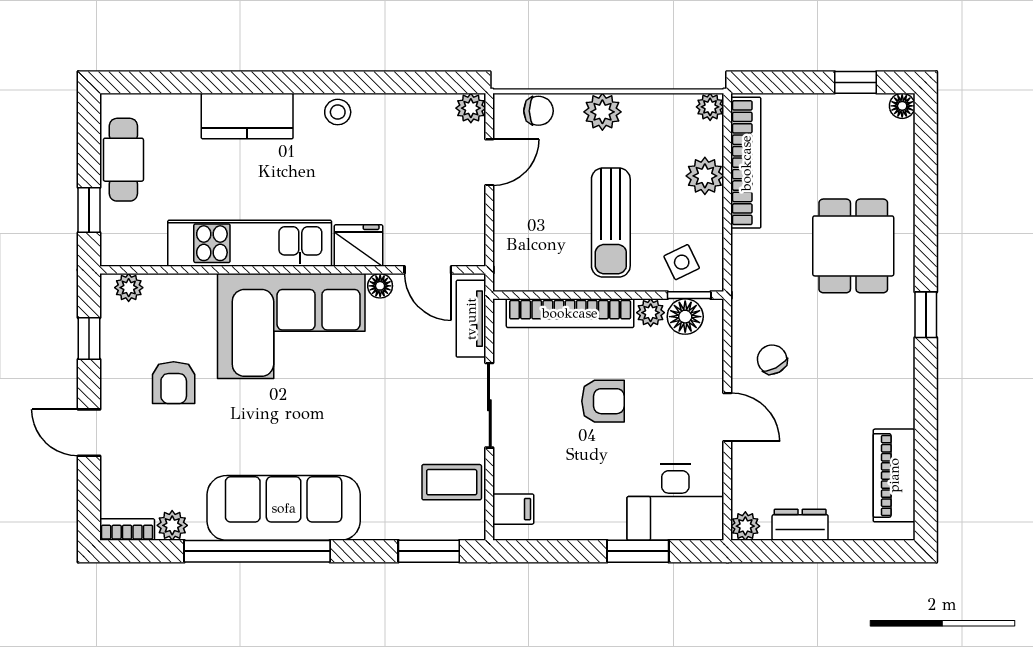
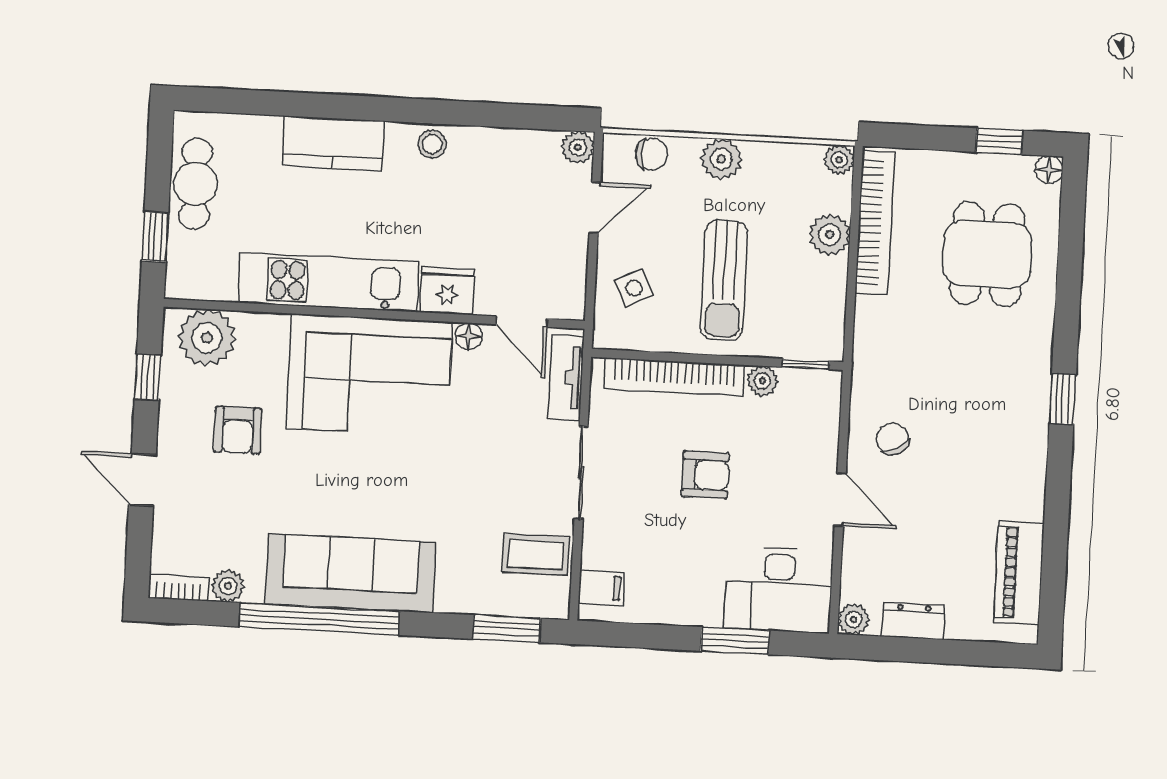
dining table: (853, 246) -> (987, 254), moved
side table: (682, 262) -> (634, 288), moved
plant: (129, 288) -> (207, 338), width x1.87, depth x1.87
floor lamp: (685, 317) -> (800, 387), removed

